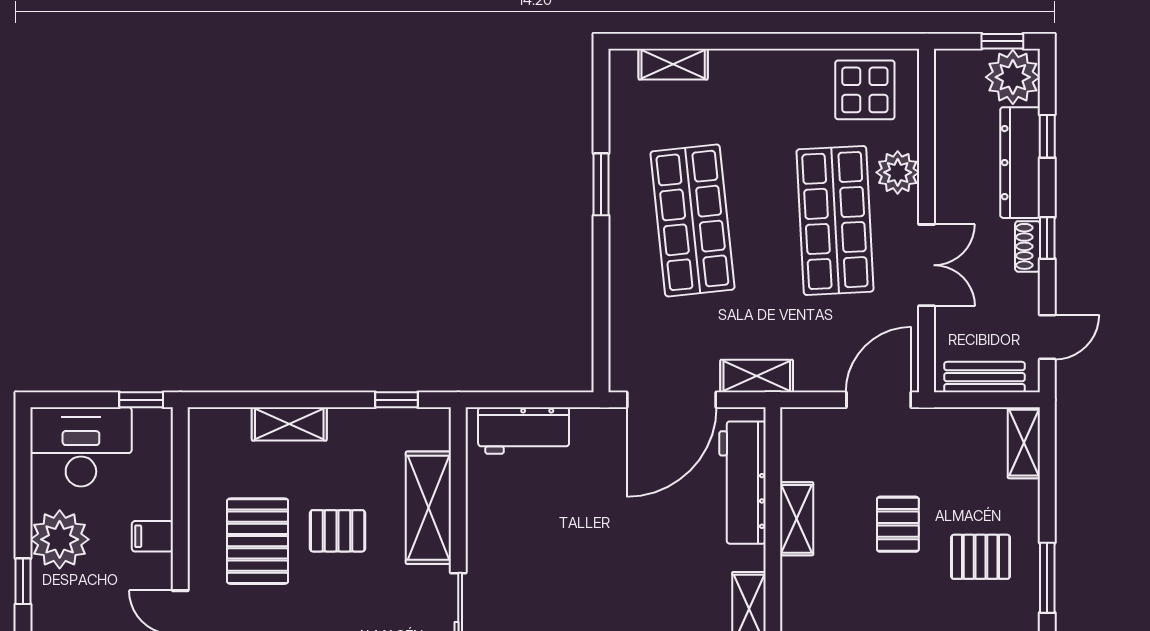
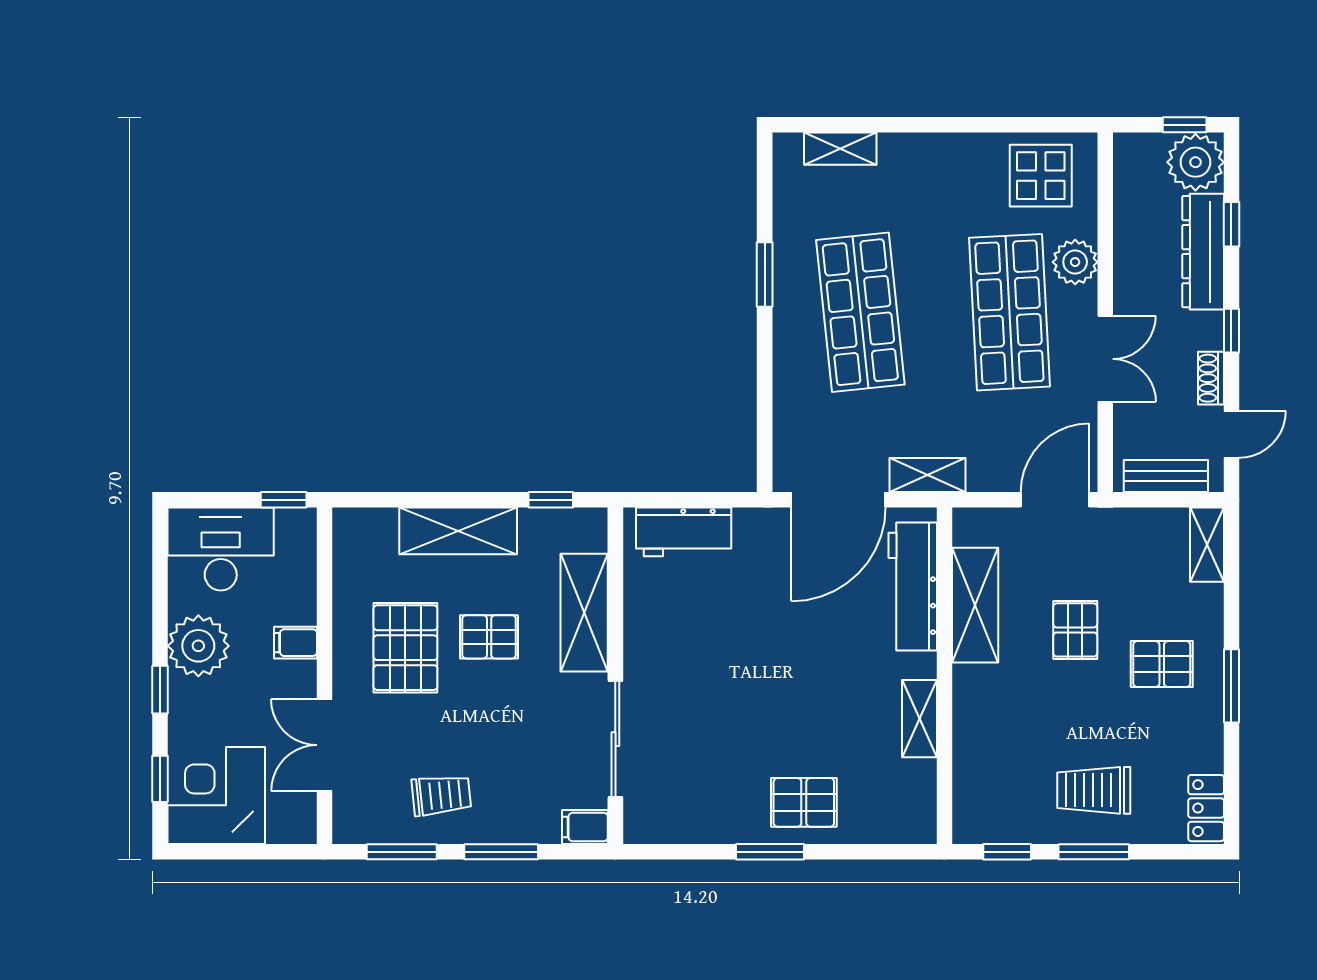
shoe rack: (1028, 246) -> (1211, 378), moved
shelving: (289, 424) -> (458, 531), width x1.50, depth x1.33
shelving: (797, 519) -> (975, 605), width x1.50, depth x1.33

